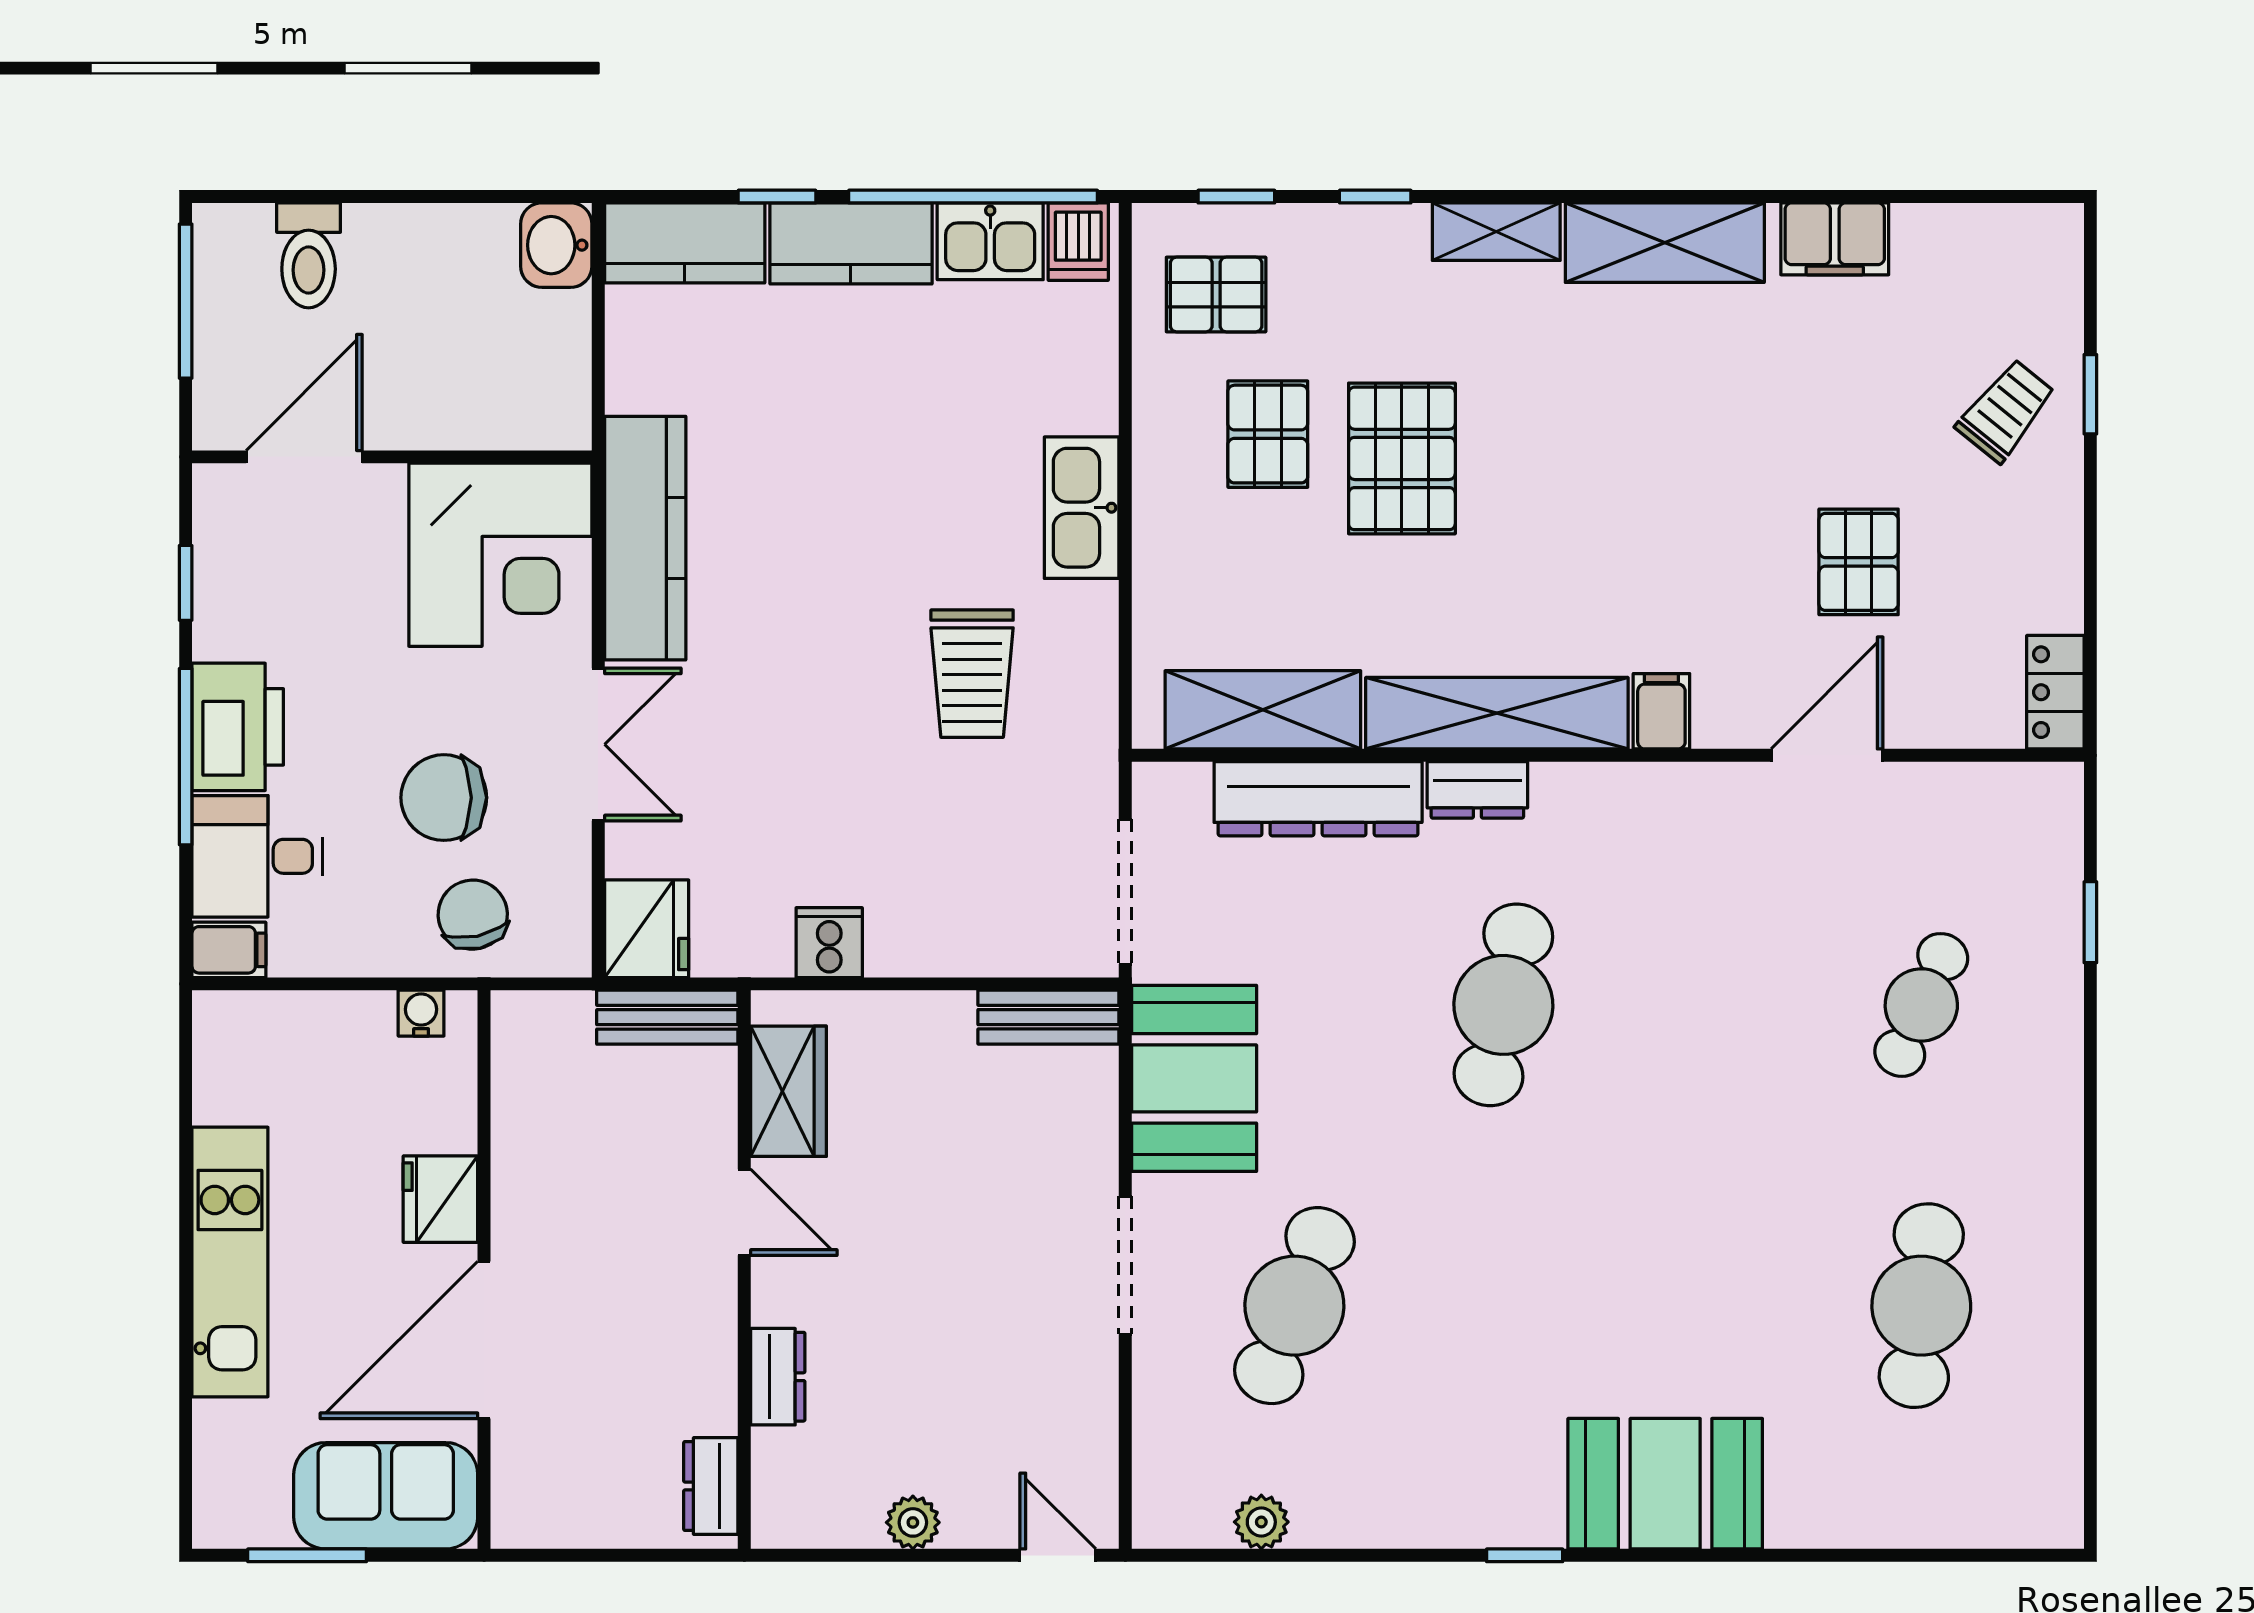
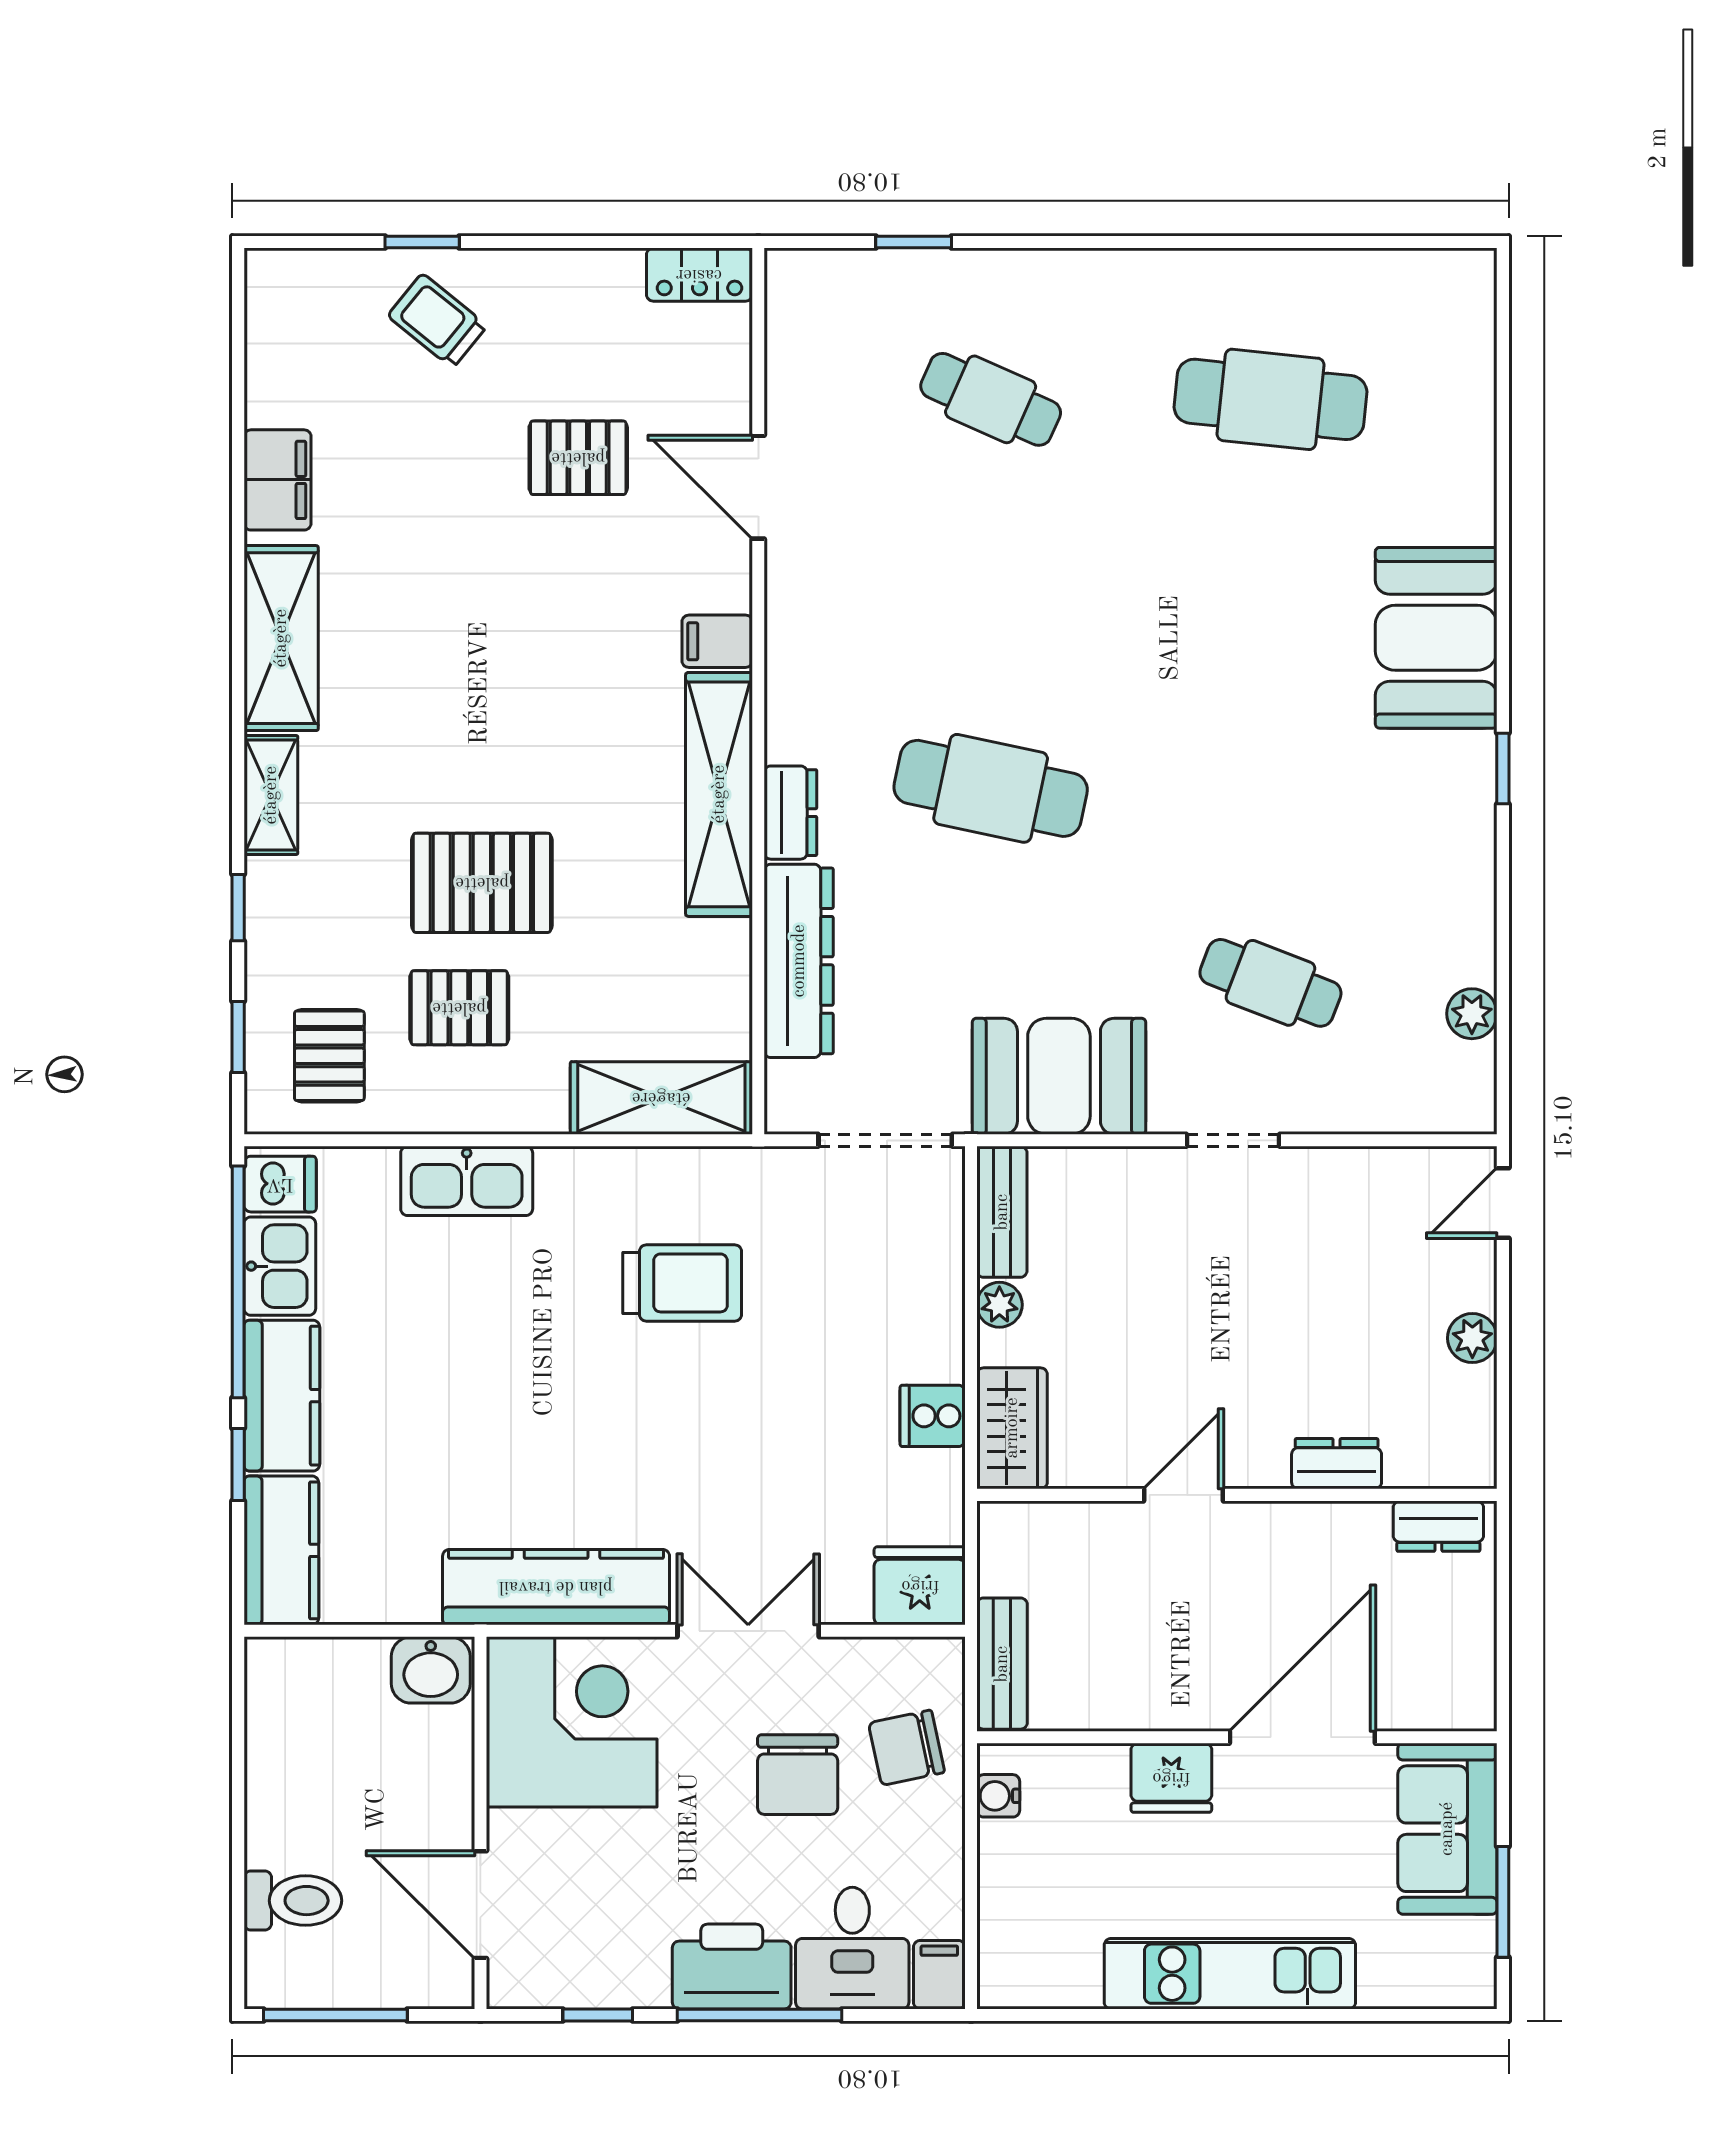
washbasin: (556, 245) -> (431, 1670), moved
kitchen sink: (1082, 508) -> (467, 1181), moved
shelving: (1263, 710) -> (661, 1098), moved, turned 90
plant: (949, 1014) -> (999, 1305), added
bench: (667, 1017) -> (1002, 1664), moved
wardrobe: (788, 1091) -> (1012, 1428), moved, turned 90
doorway: (1125, 1265) -> (1233, 1140), width x0.73
cafe table: (1294, 1306) -> (1270, 983), width x0.73, depth x0.74
door: (484, 1340) -> (1302, 1737), swing flipped

